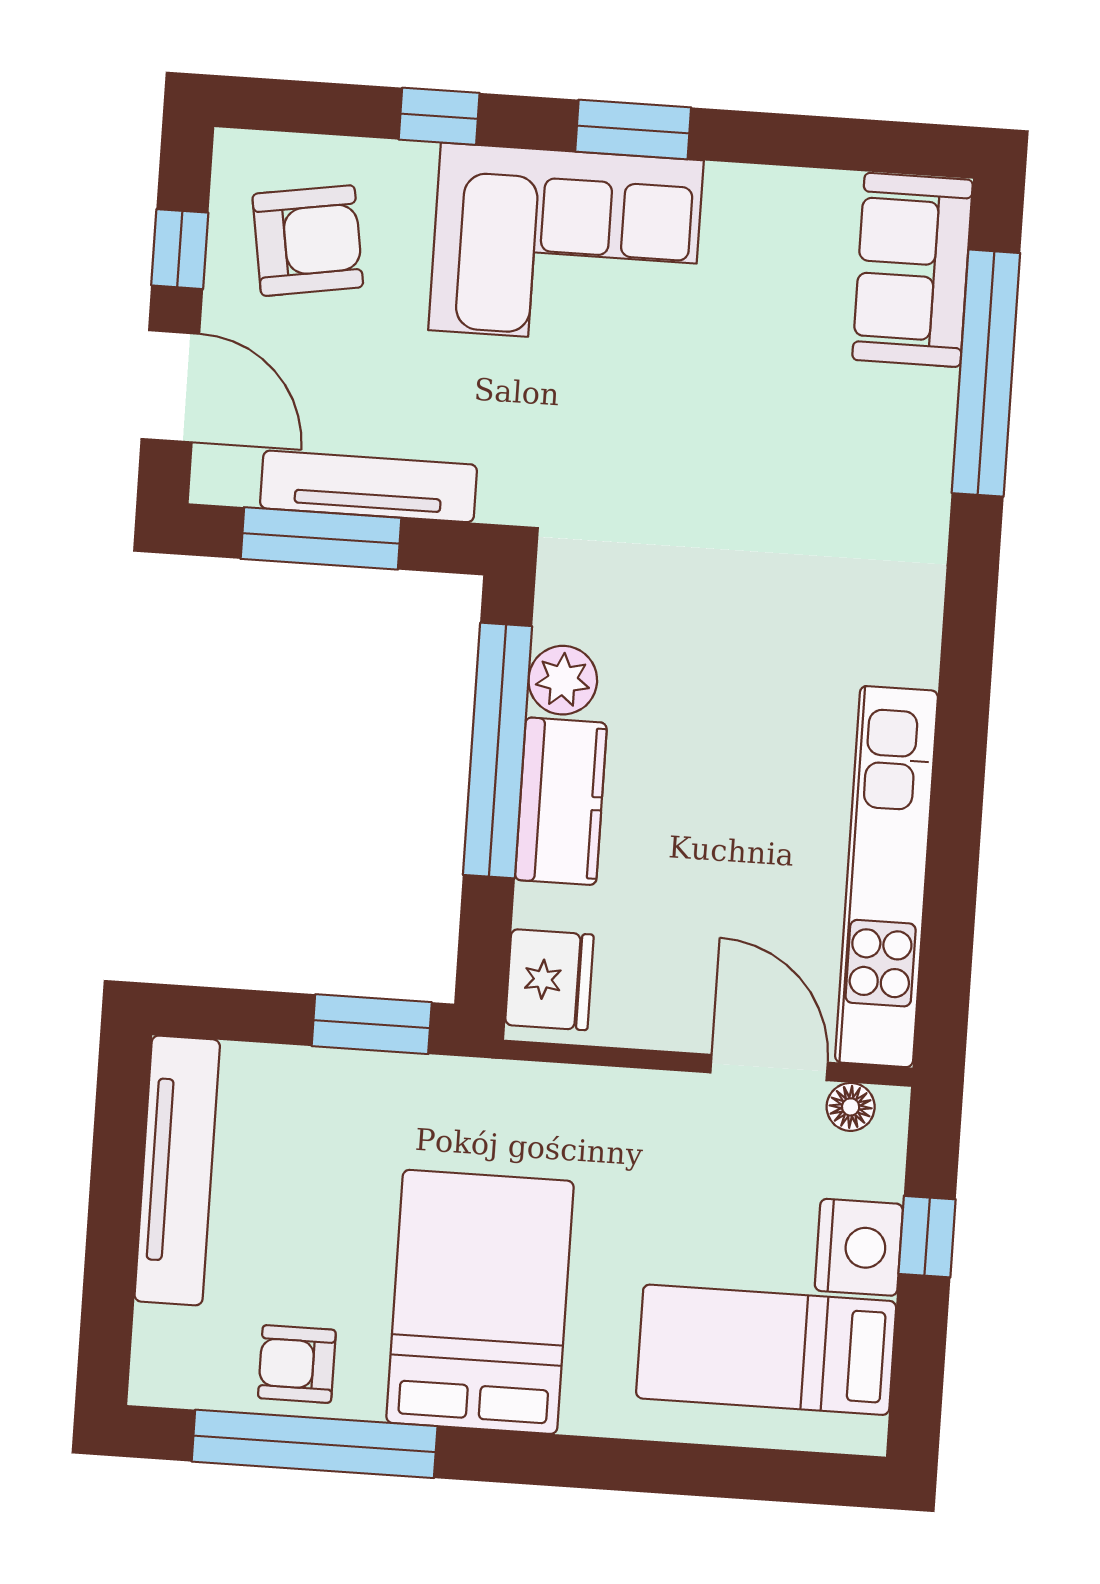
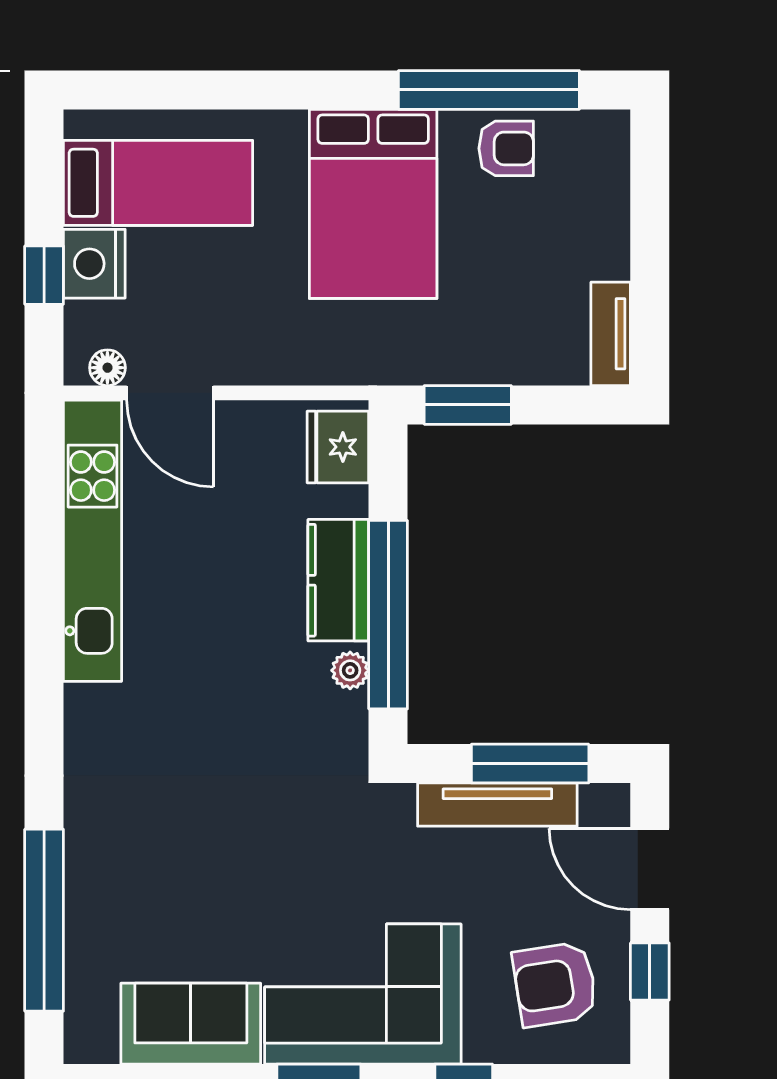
sofa: (913, 270) -> (191, 1024), moved, turned -90
plant: (563, 680) -> (350, 670), width x0.73, depth x0.73
tv unit: (177, 1170) -> (611, 334), width x0.52, depth x0.78

